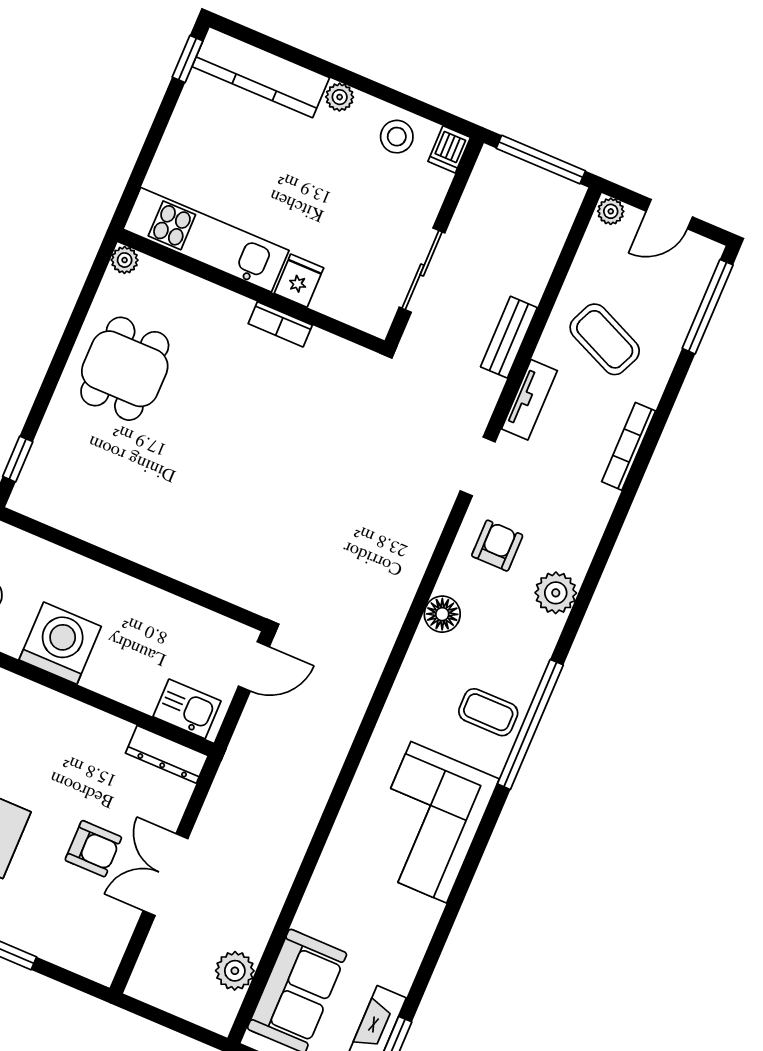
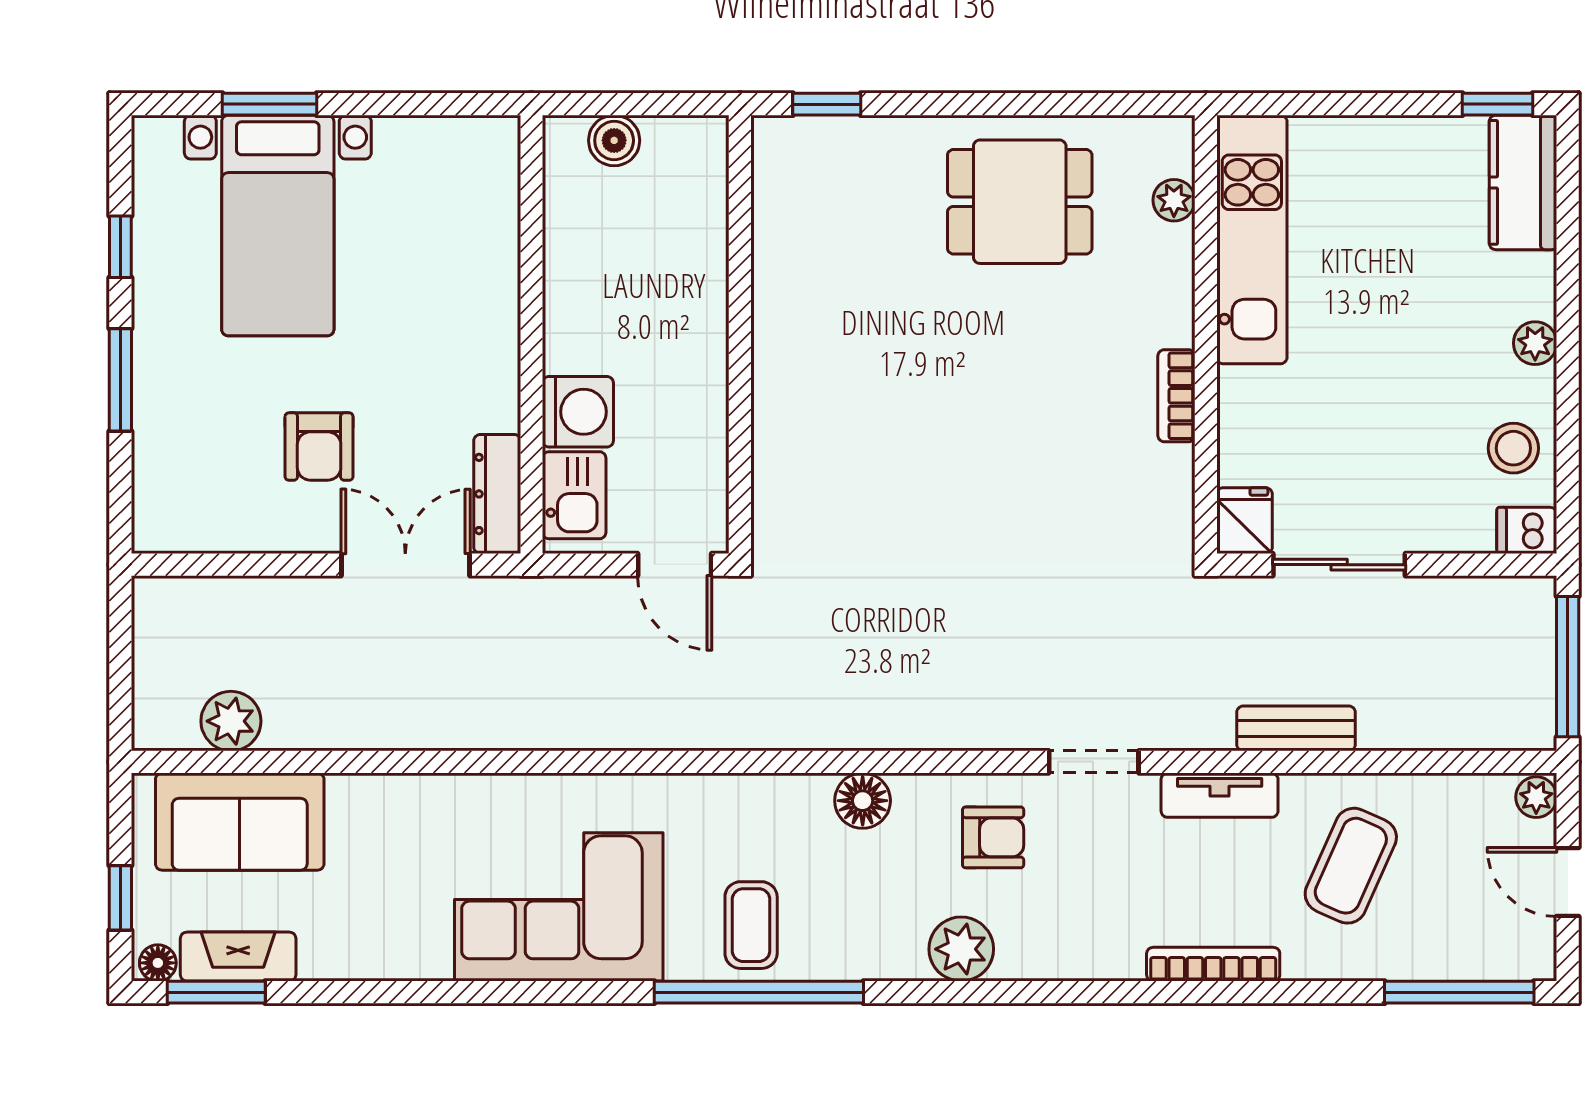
kitchen counter: (261, 72) -> (1523, 182), width x0.67
plant: (125, 260) -> (1174, 200), moved
fridge: (299, 281) -> (1244, 521), moved, turned -90
washing machine: (60, 643) -> (578, 412), moved, width x0.73, depth x0.73
double door: (166, 875) -> (405, 565), moved

